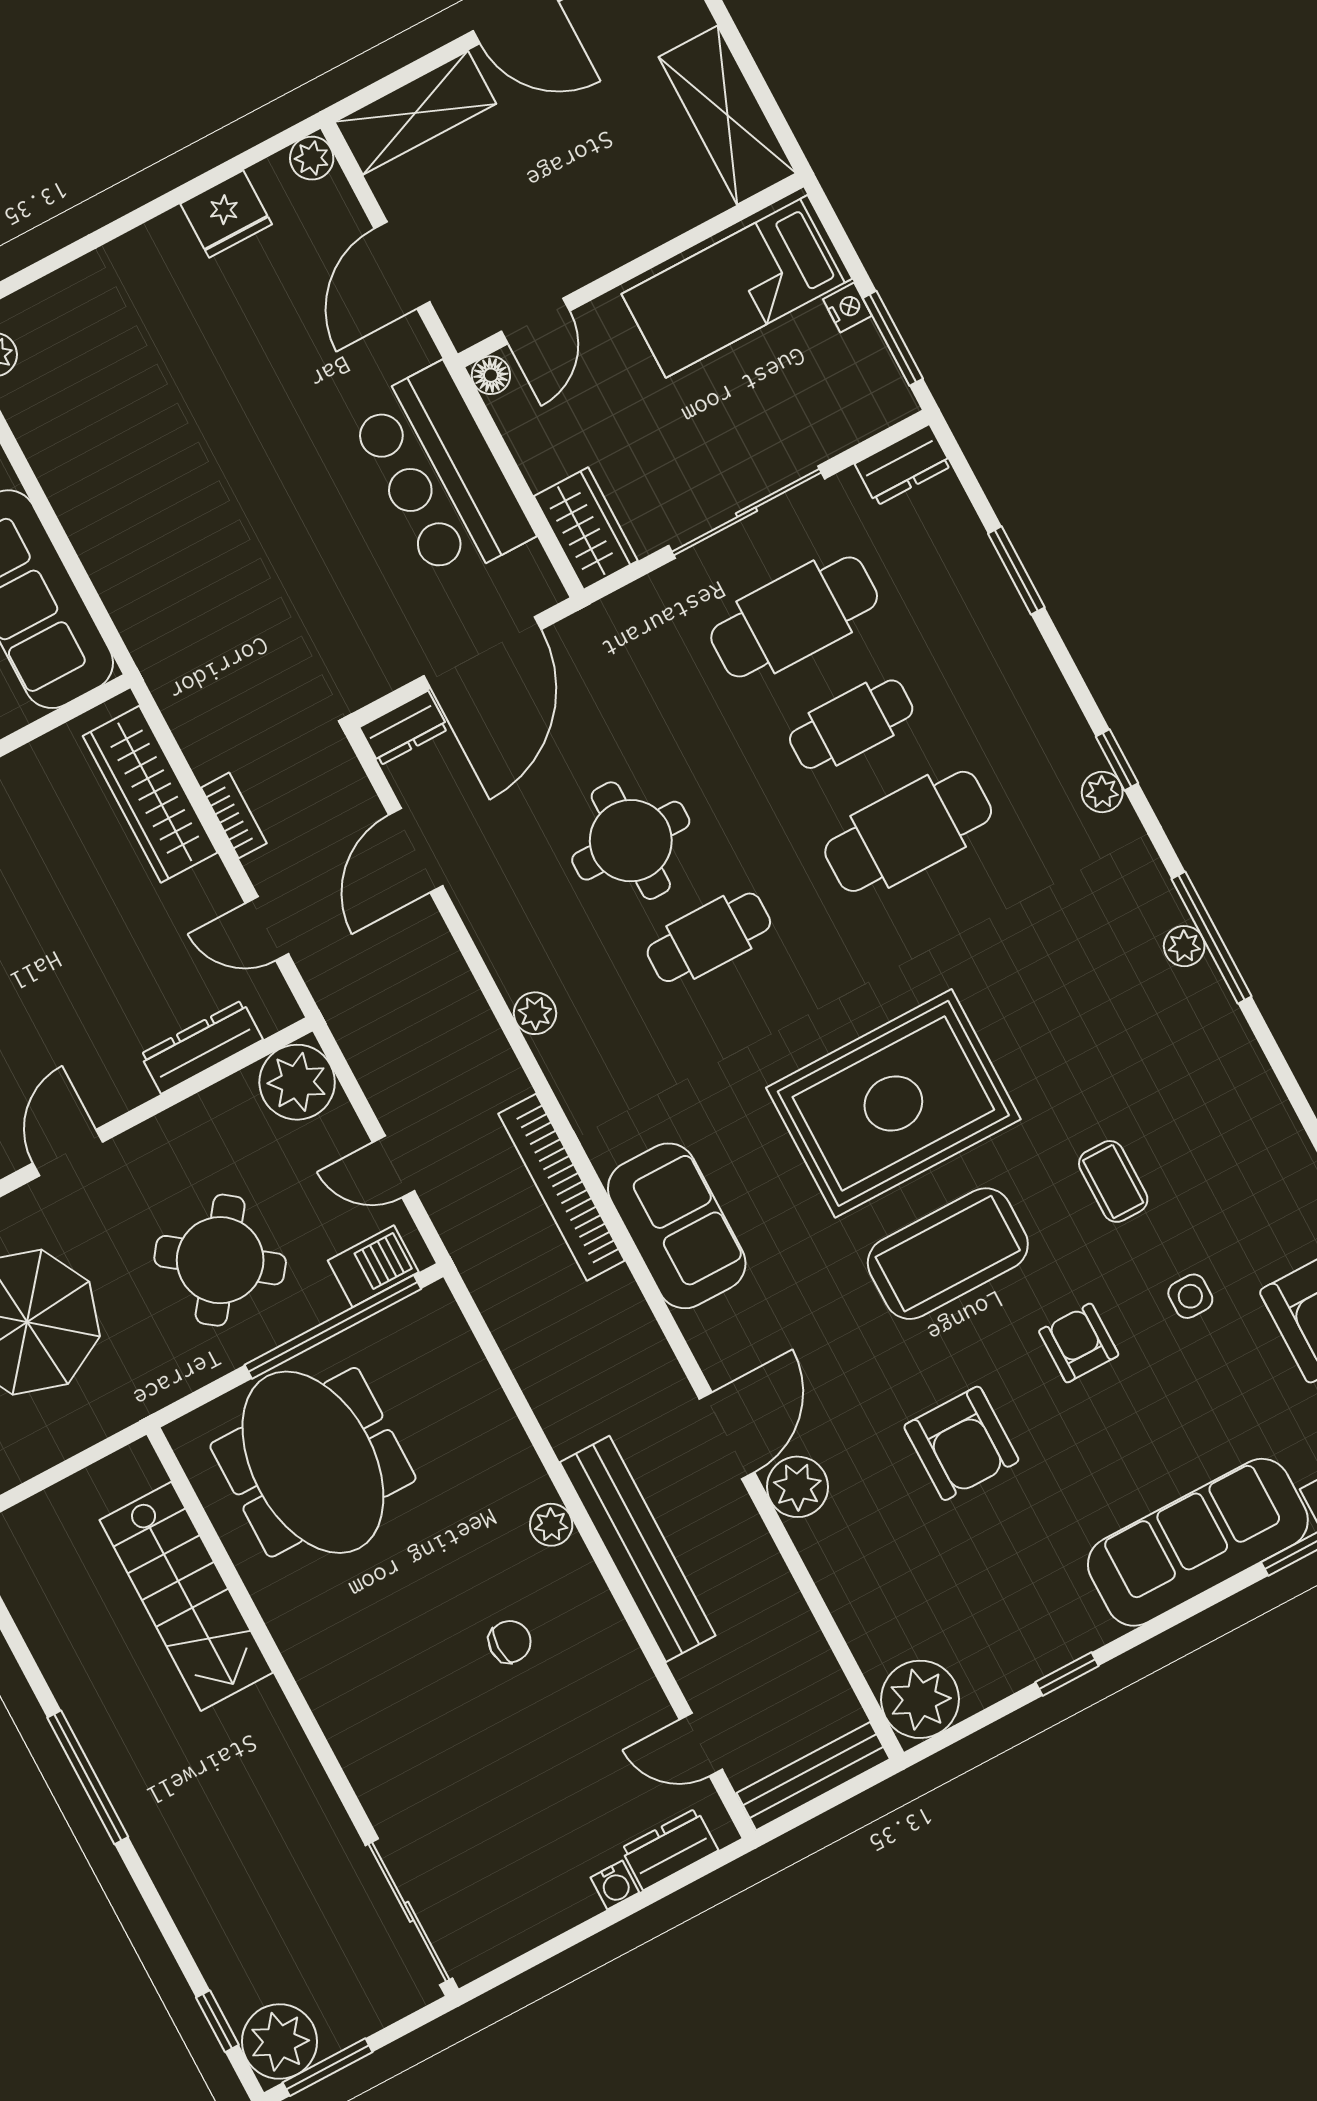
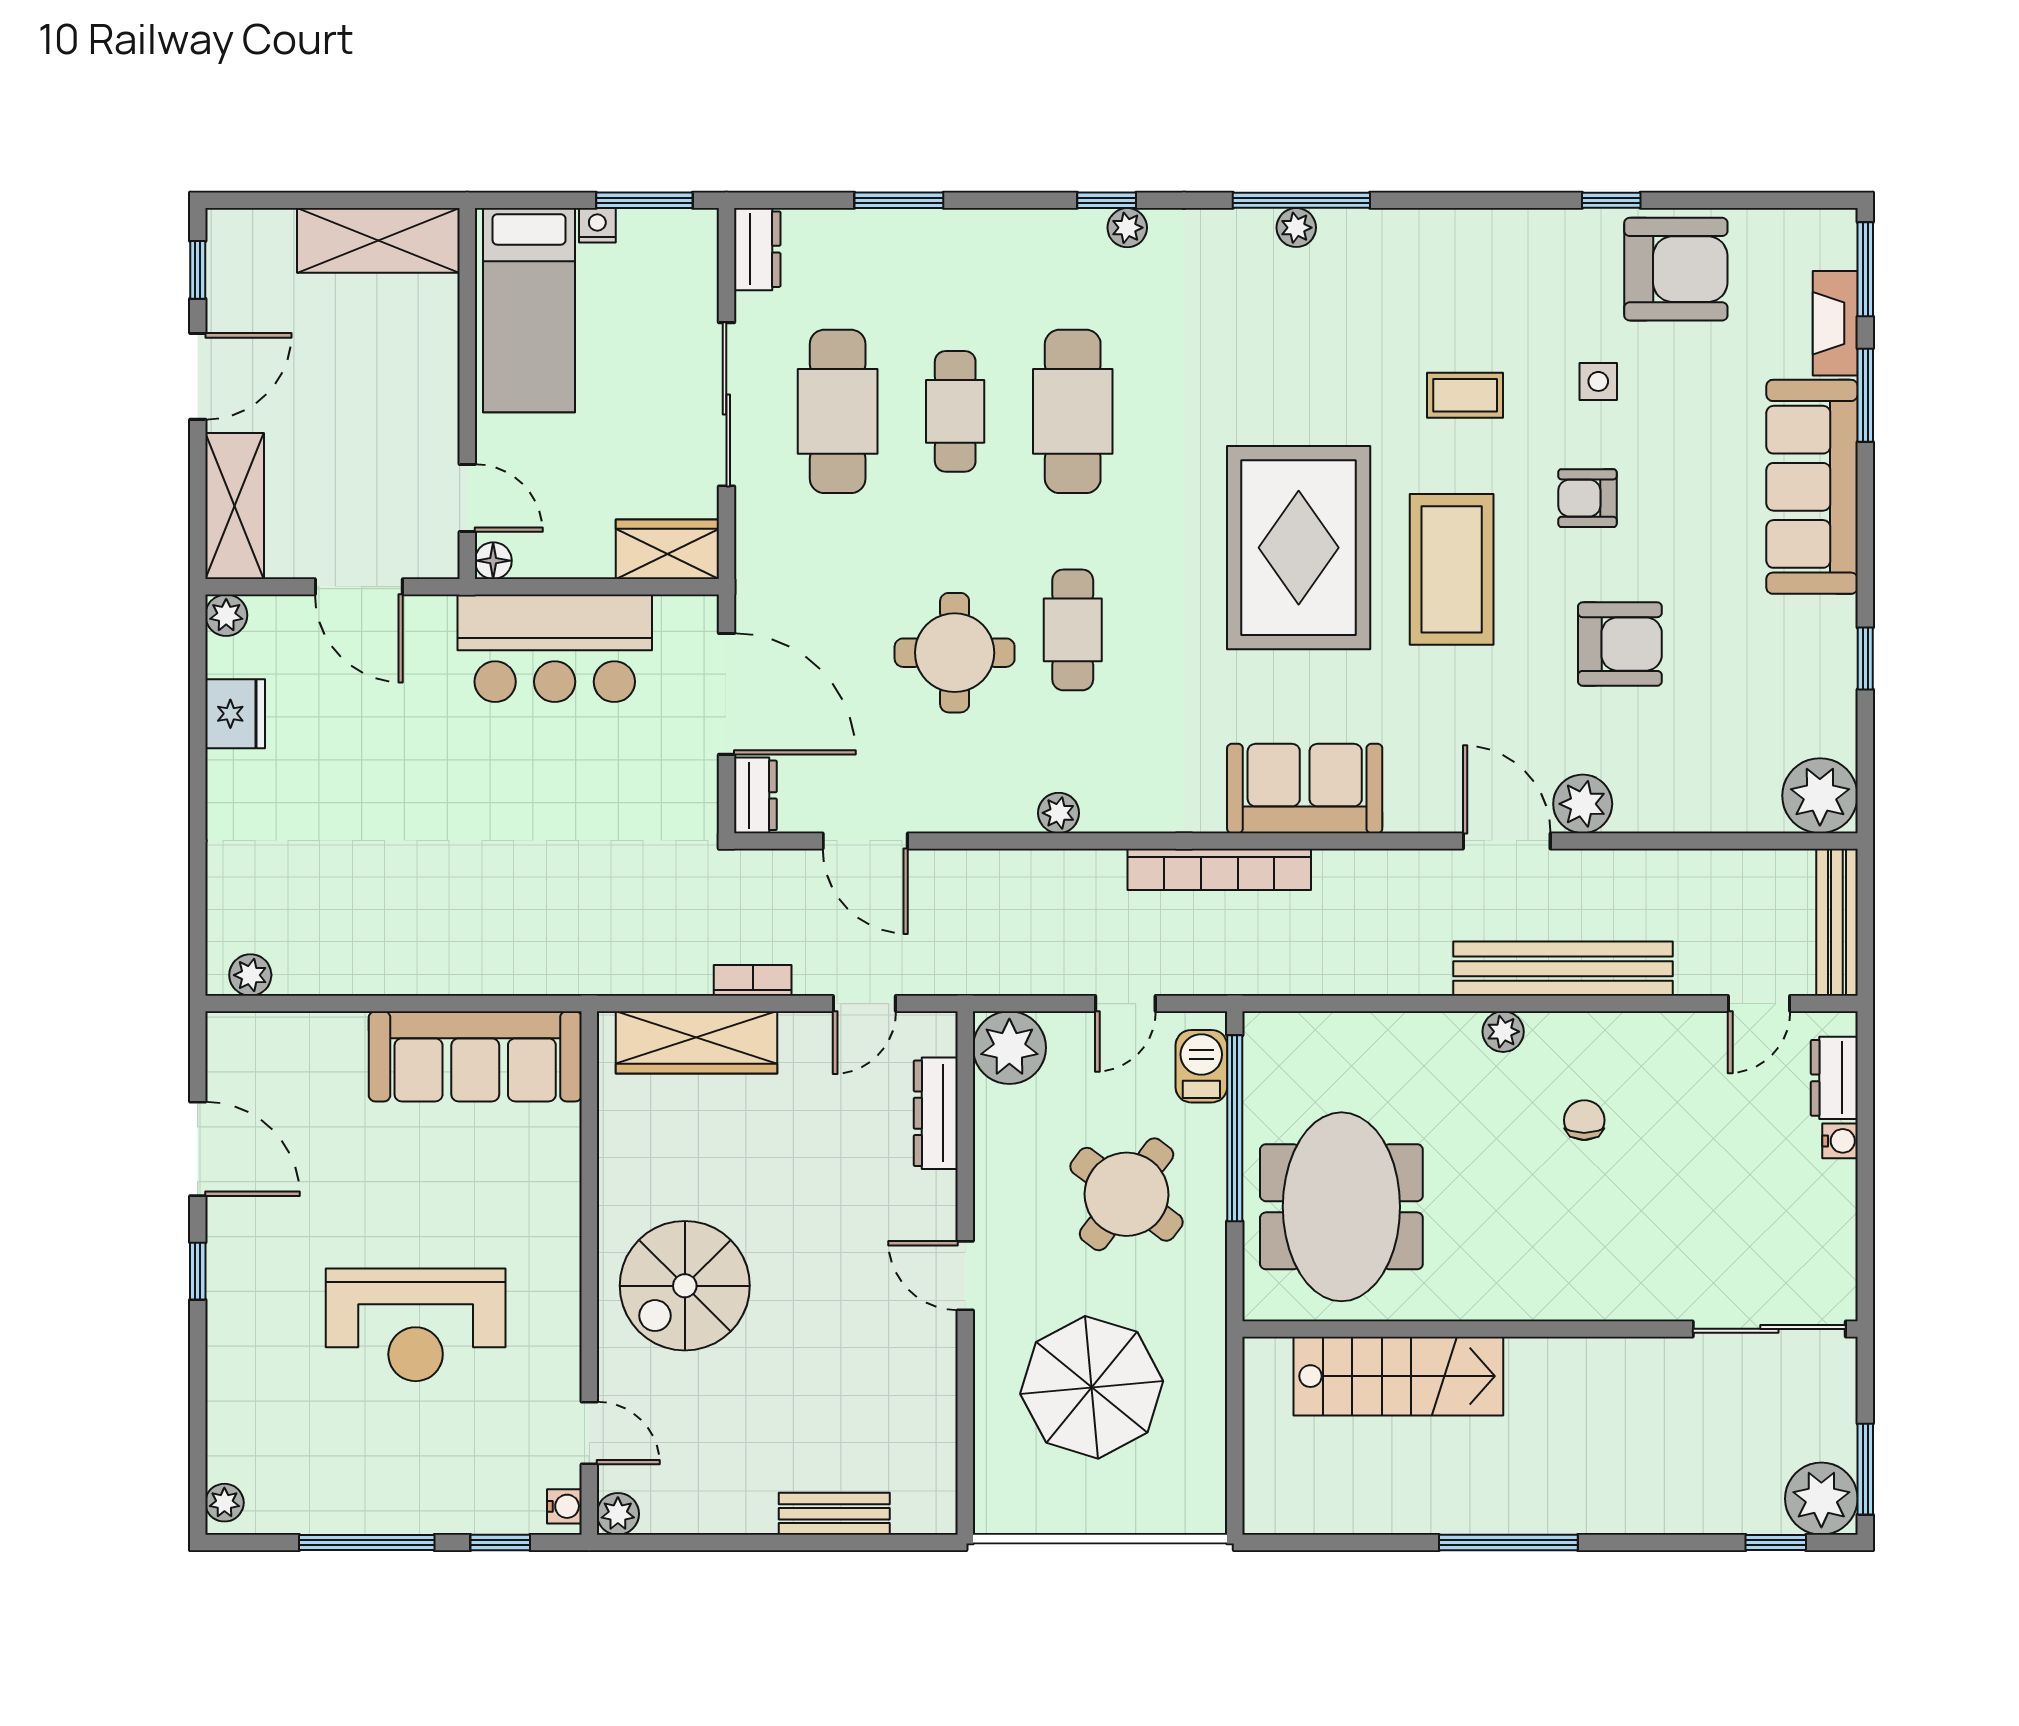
meeting table: (313, 1462) -> (1341, 1207), turned 90

